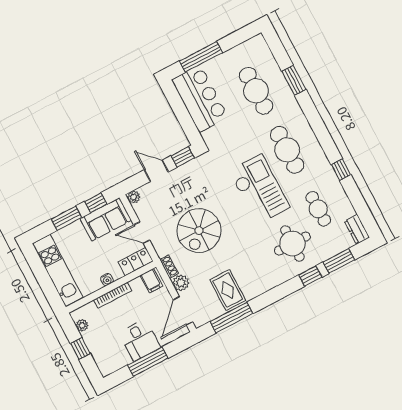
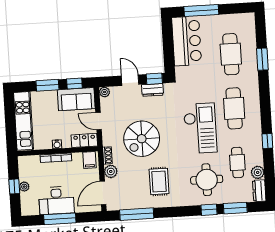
dresser: (186, 170) -> (153, 90), added
plant: (346, 210) -> (258, 172), added
rug: (228, 290) -> (159, 181), moved
plant: (82, 325) -> (24, 187), moved
desk: (140, 340) -> (56, 200), width x1.37

